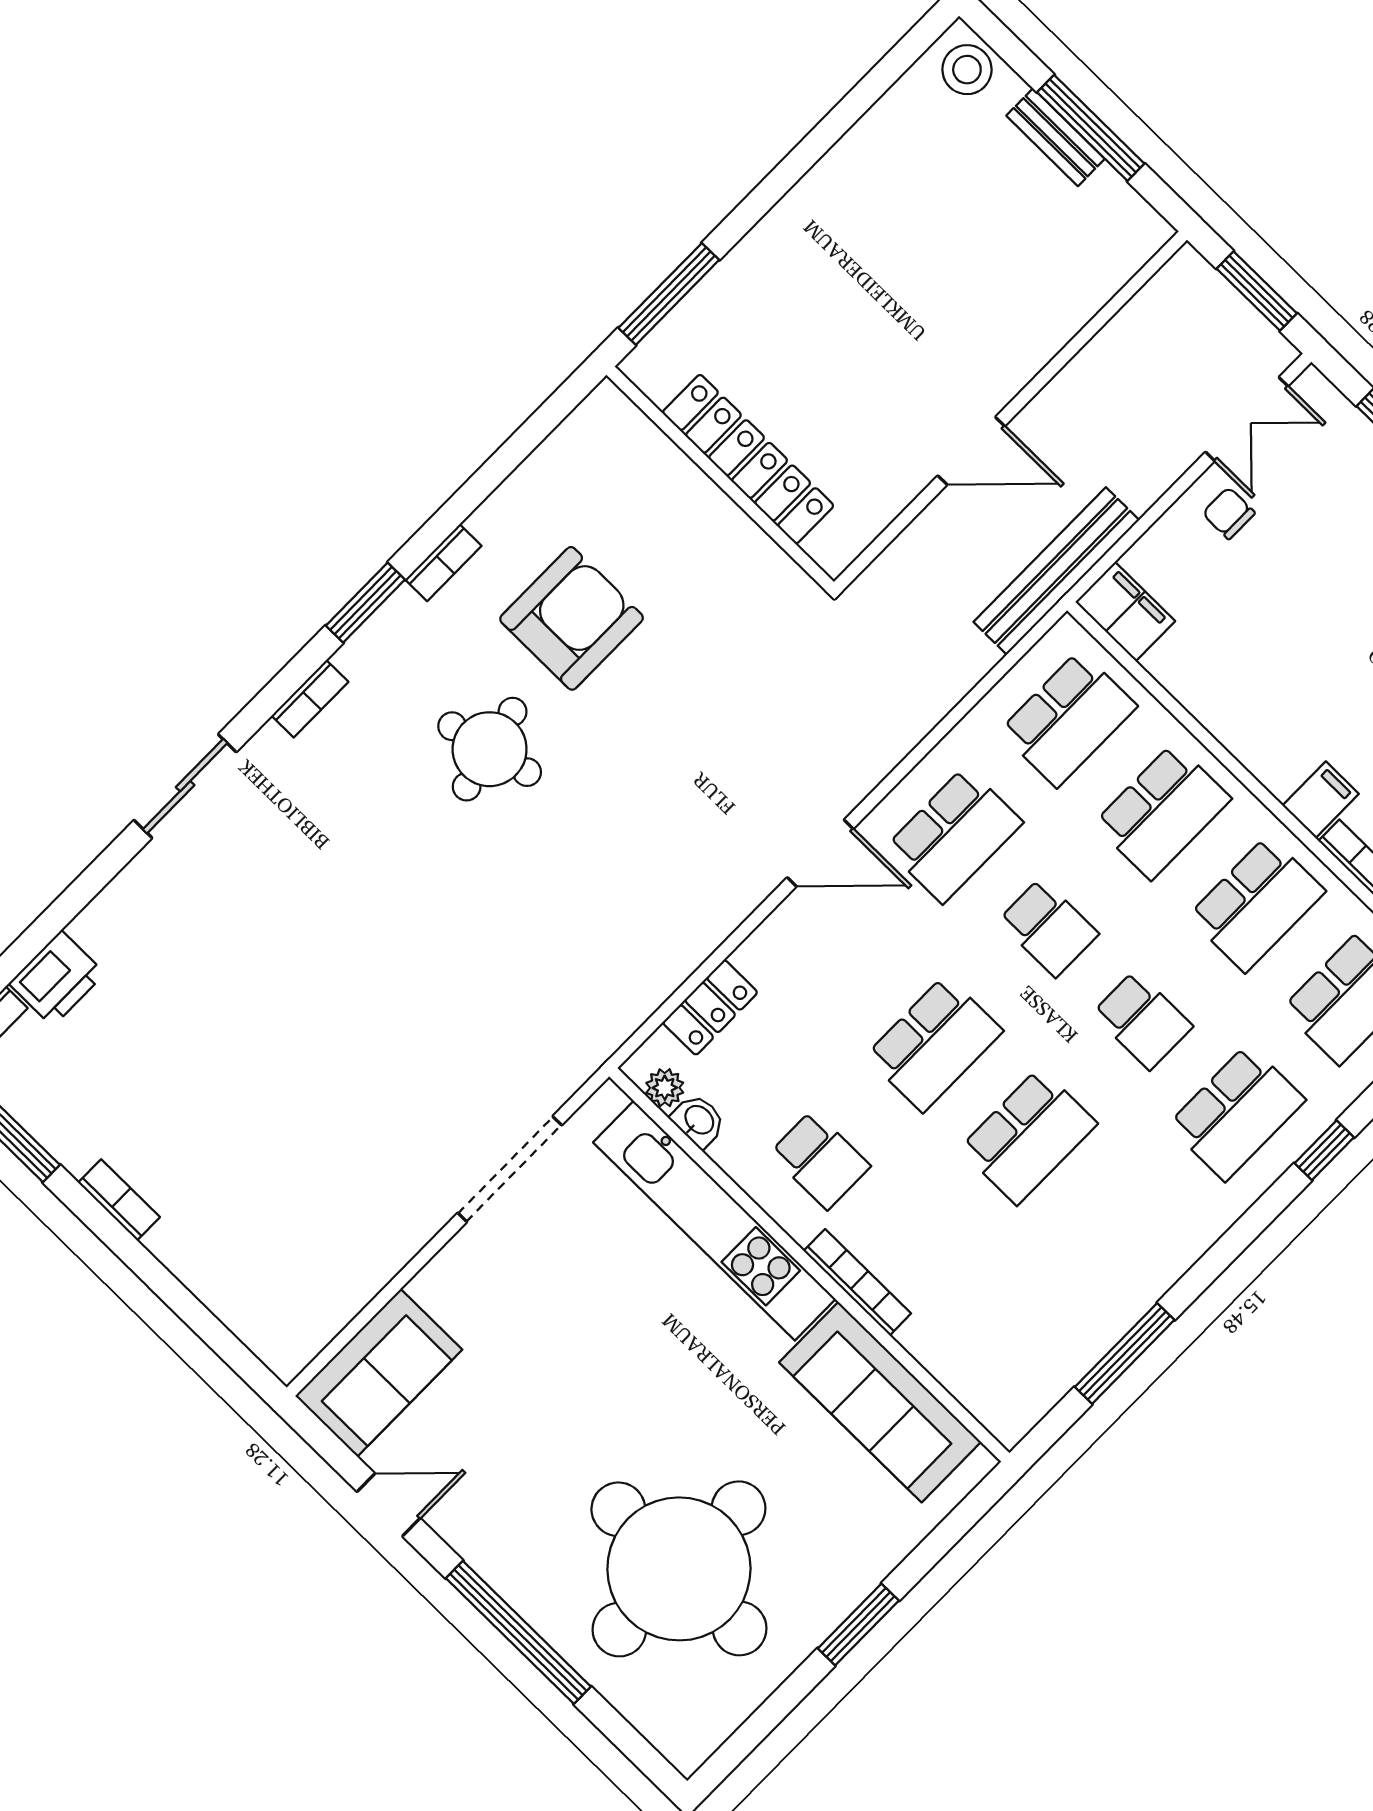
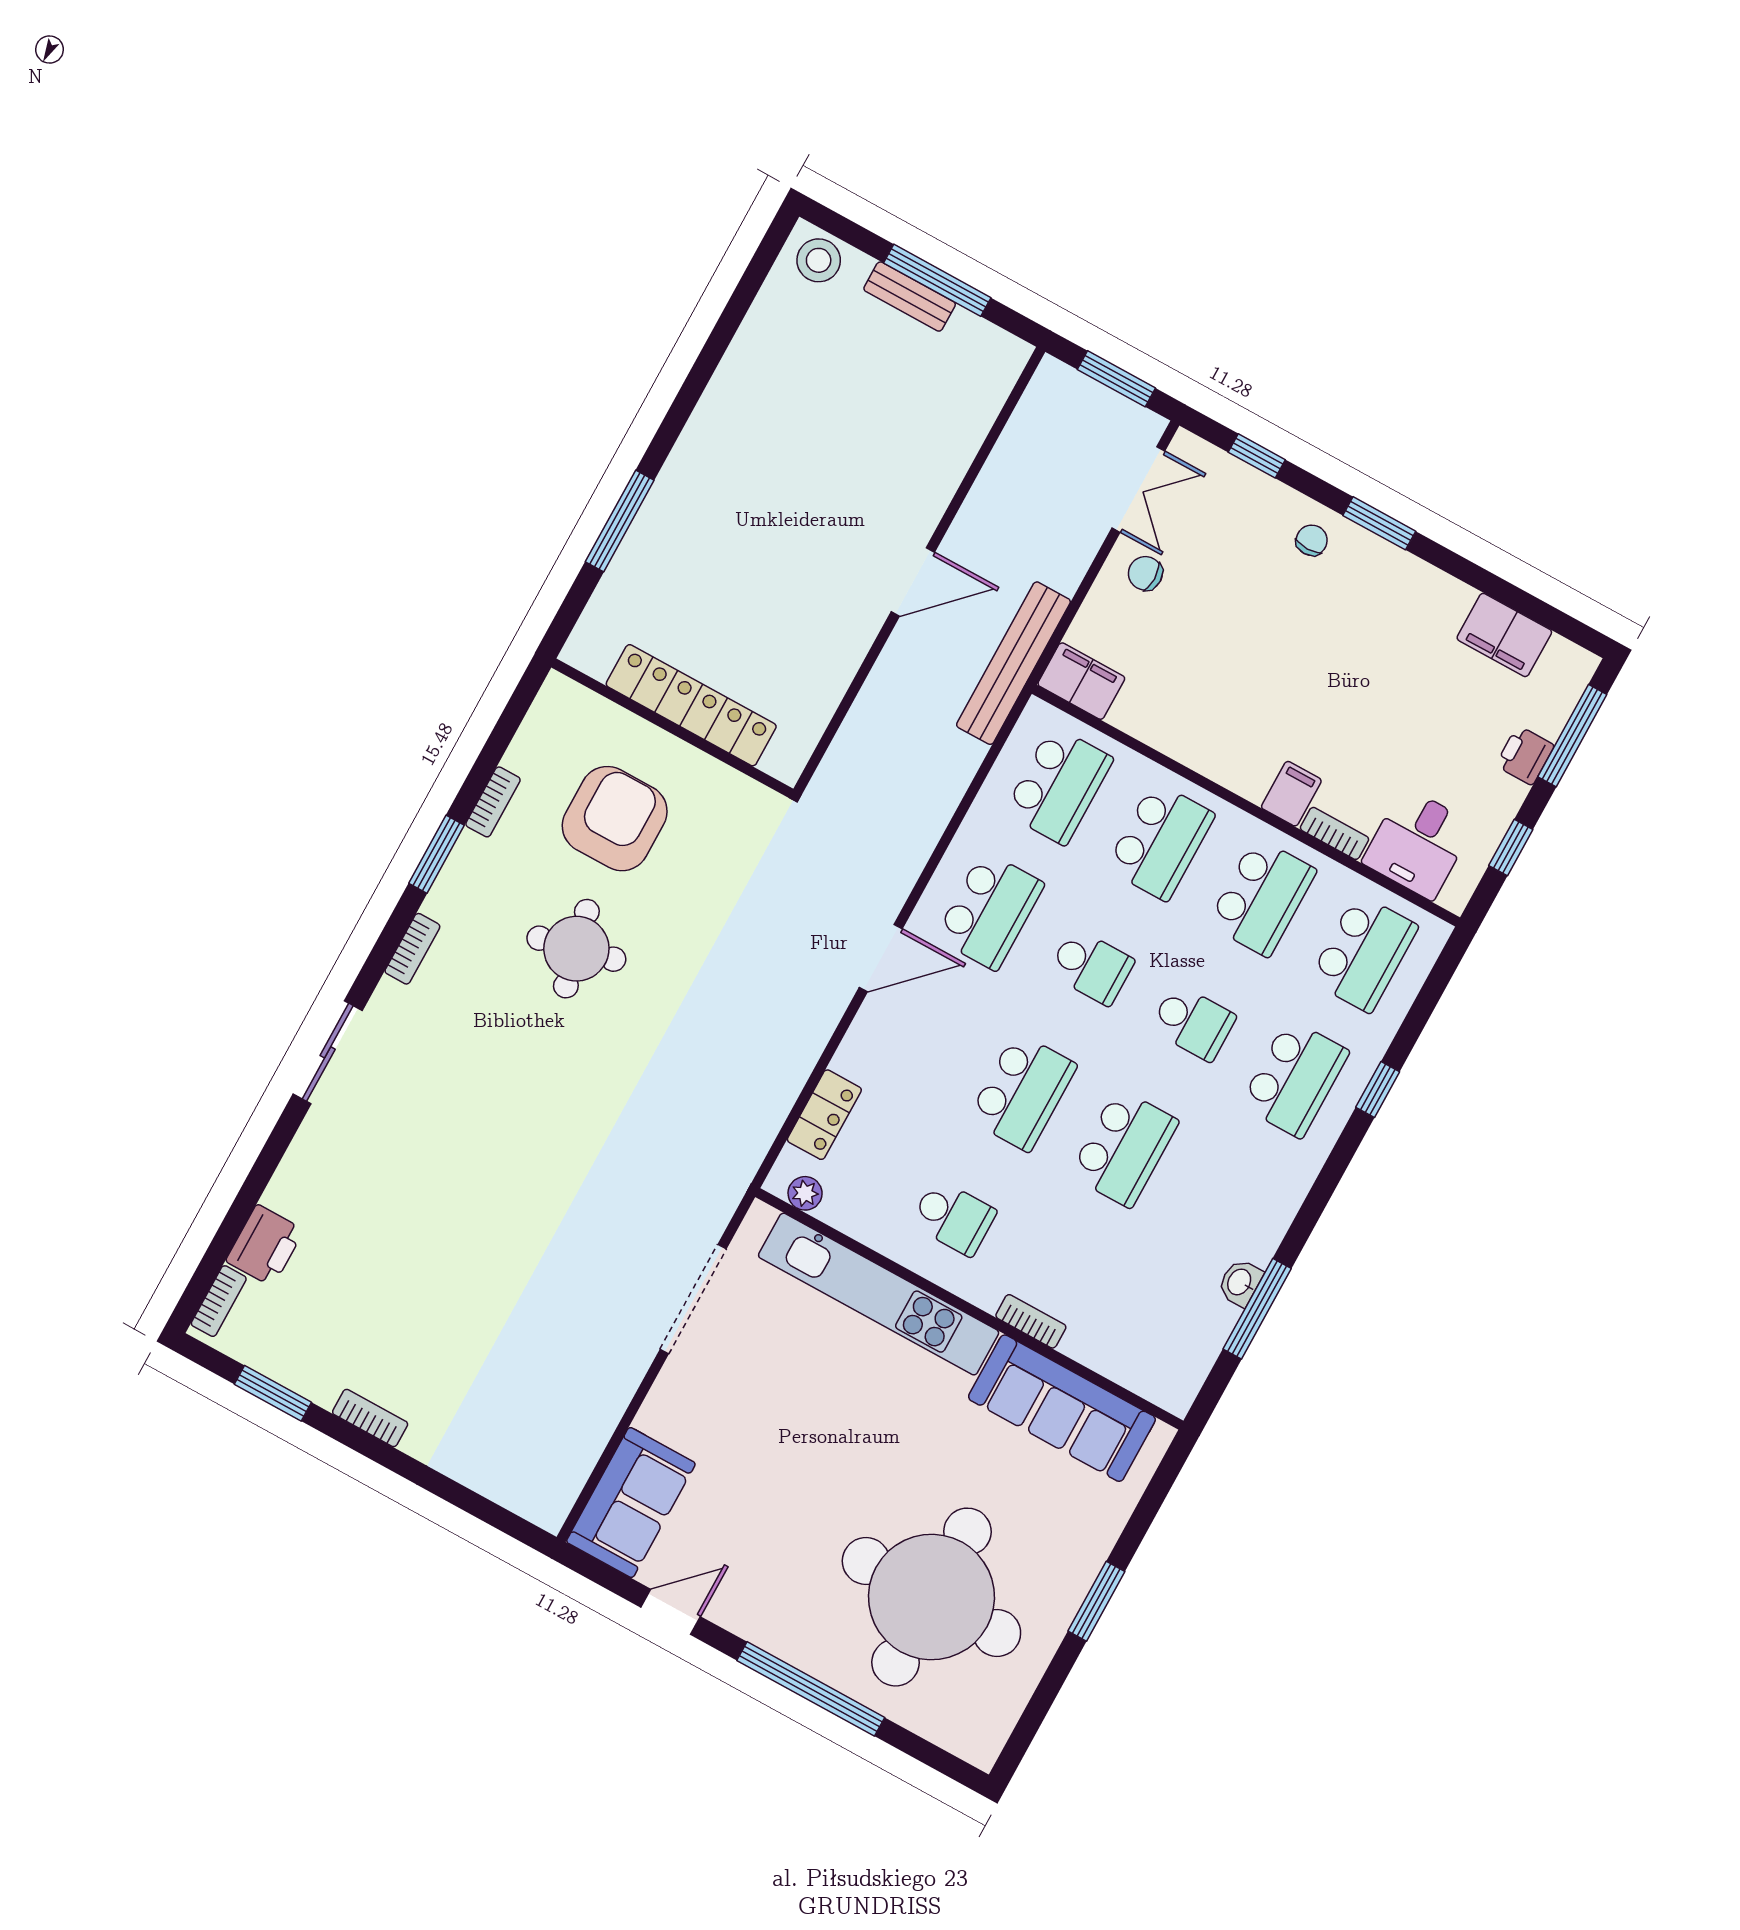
locker: (748, 459) -> (691, 705), moved
wall: (720, 478) -> (672, 728), moved
washbasin: (698, 1121) -> (1240, 1282), moved, turned -90
bookcase: (857, 1282) -> (1031, 1321), width x0.64

